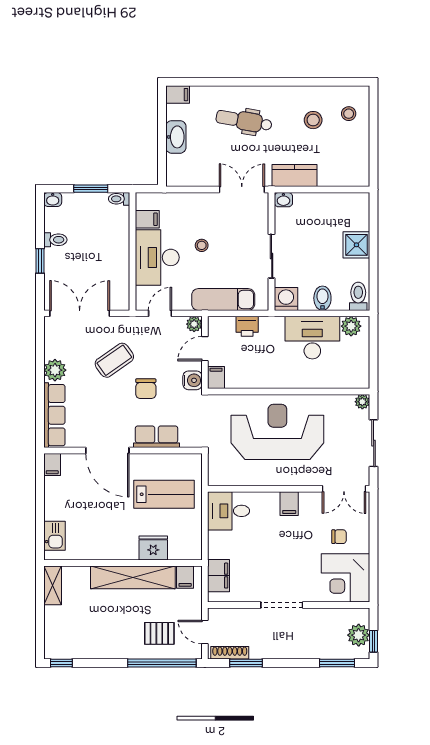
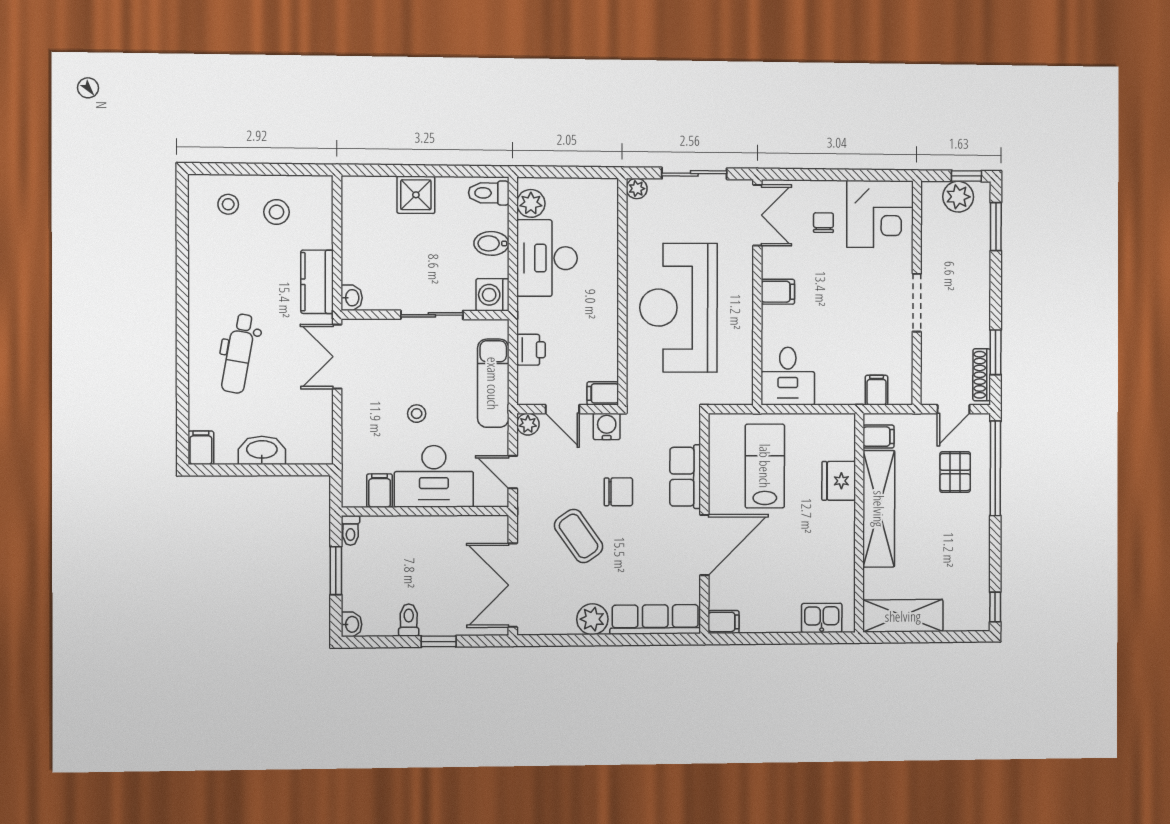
stool: (313, 120) -> (277, 212), moved
filing cabinet: (219, 576) -> (877, 390), width x0.50
shelving: (53, 585) -> (903, 616), width x1.50, depth x1.33

